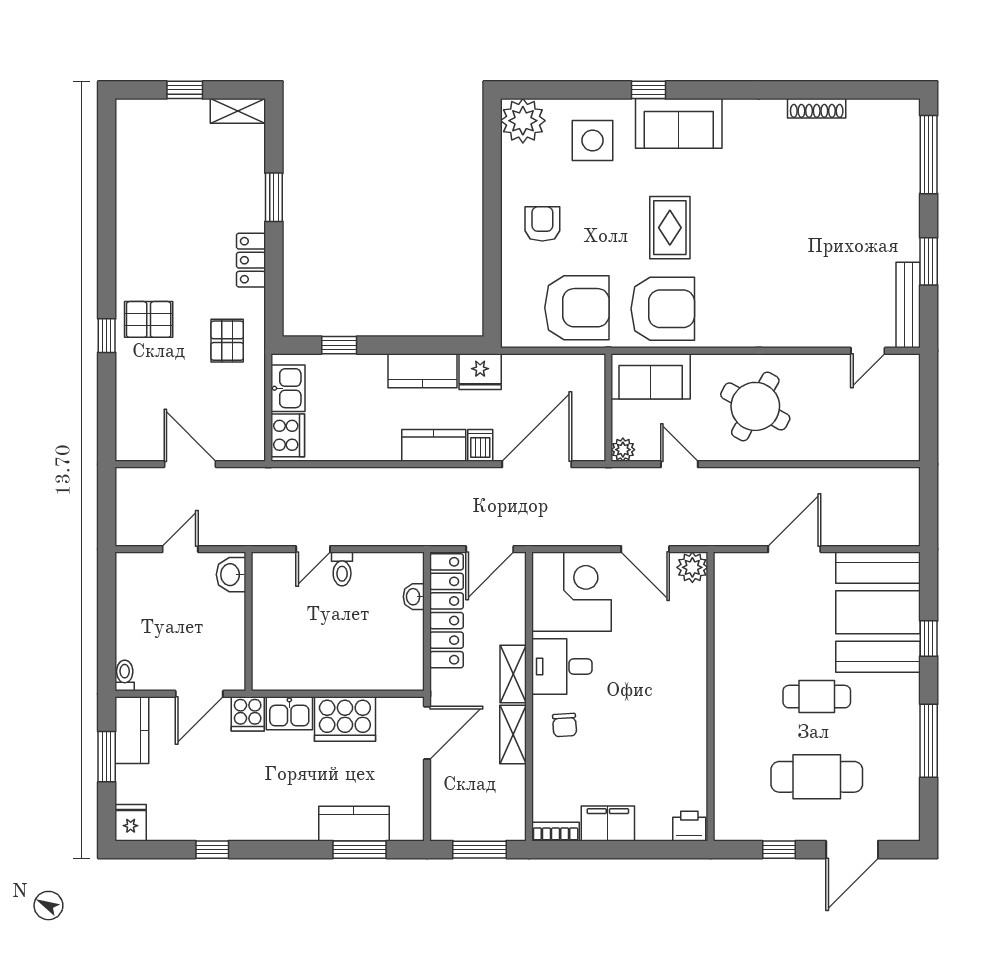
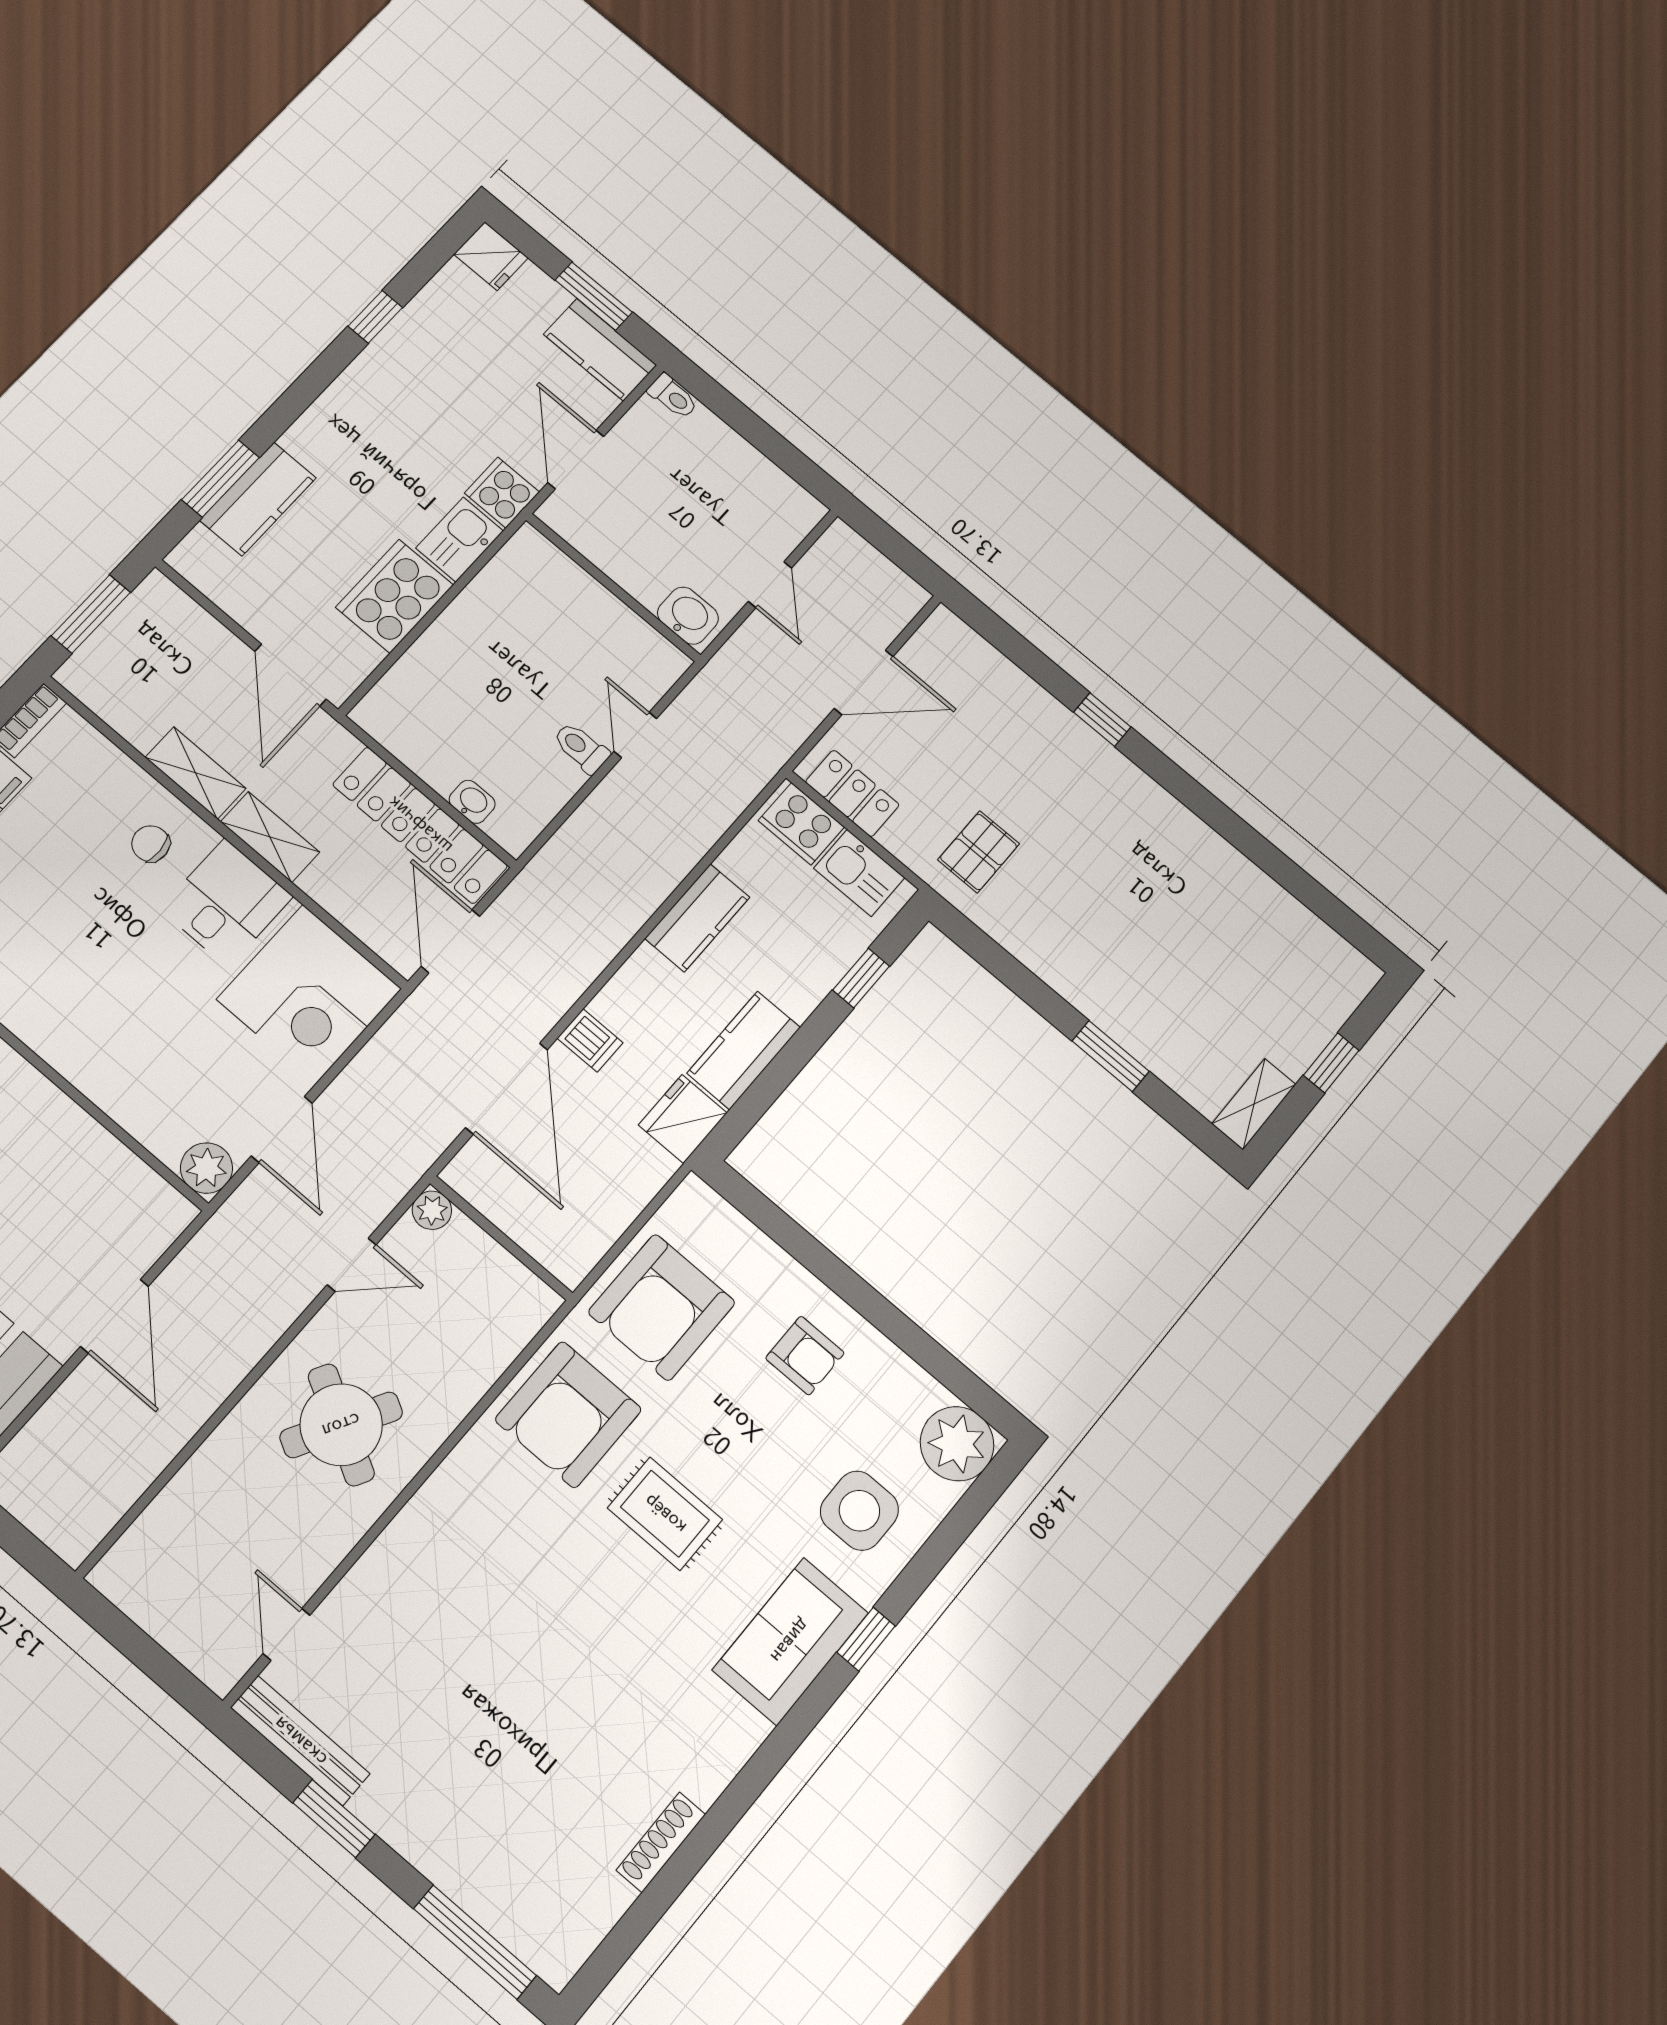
locker: (251, 260) -> (852, 793), moved
pallet: (149, 319) -> (1082, 784), removed
pallet: (227, 341) -> (979, 852), turned 90
sofa: (651, 376) -> (495, 1325), removed
kitchen counter: (434, 445) -> (697, 918), moved
door: (645, 549) -> (282, 1130), swing flipped

